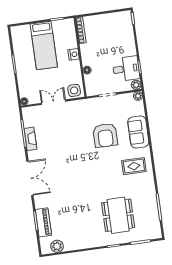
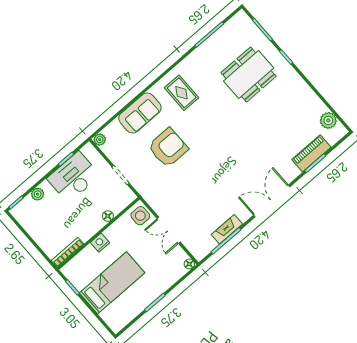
desk: (126, 69) -> (73, 177), width x1.37
plant: (136, 85) -> (38, 194), moved

